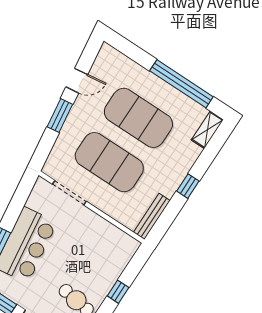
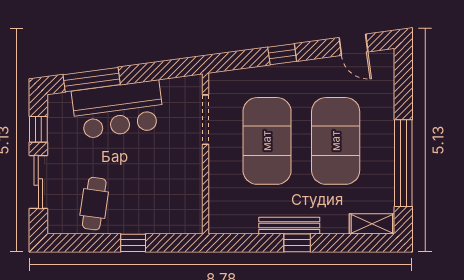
door: (77, 81) -> (354, 45), moved
window: (60, 115) -> (282, 54), width x0.67
bench: (152, 216) -> (289, 226), moved

